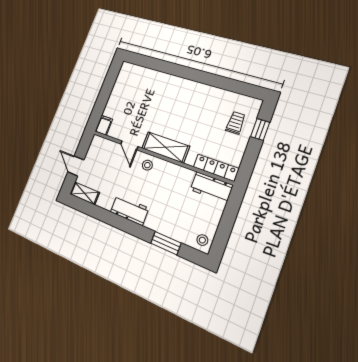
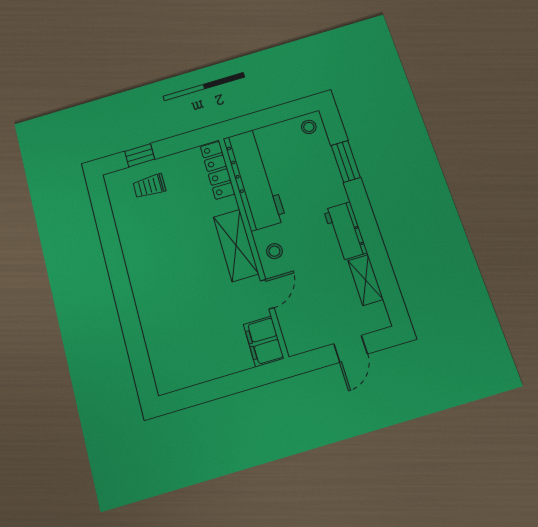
filing cabinet: (104, 125) -> (264, 341), width x2.00
workbench: (211, 187) -> (254, 179), width x1.88, depth x1.32
shelving: (85, 193) -> (366, 280), moved

